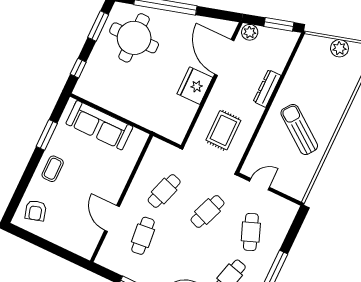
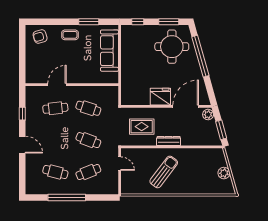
dresser: (267, 88) -> (169, 141), moved

